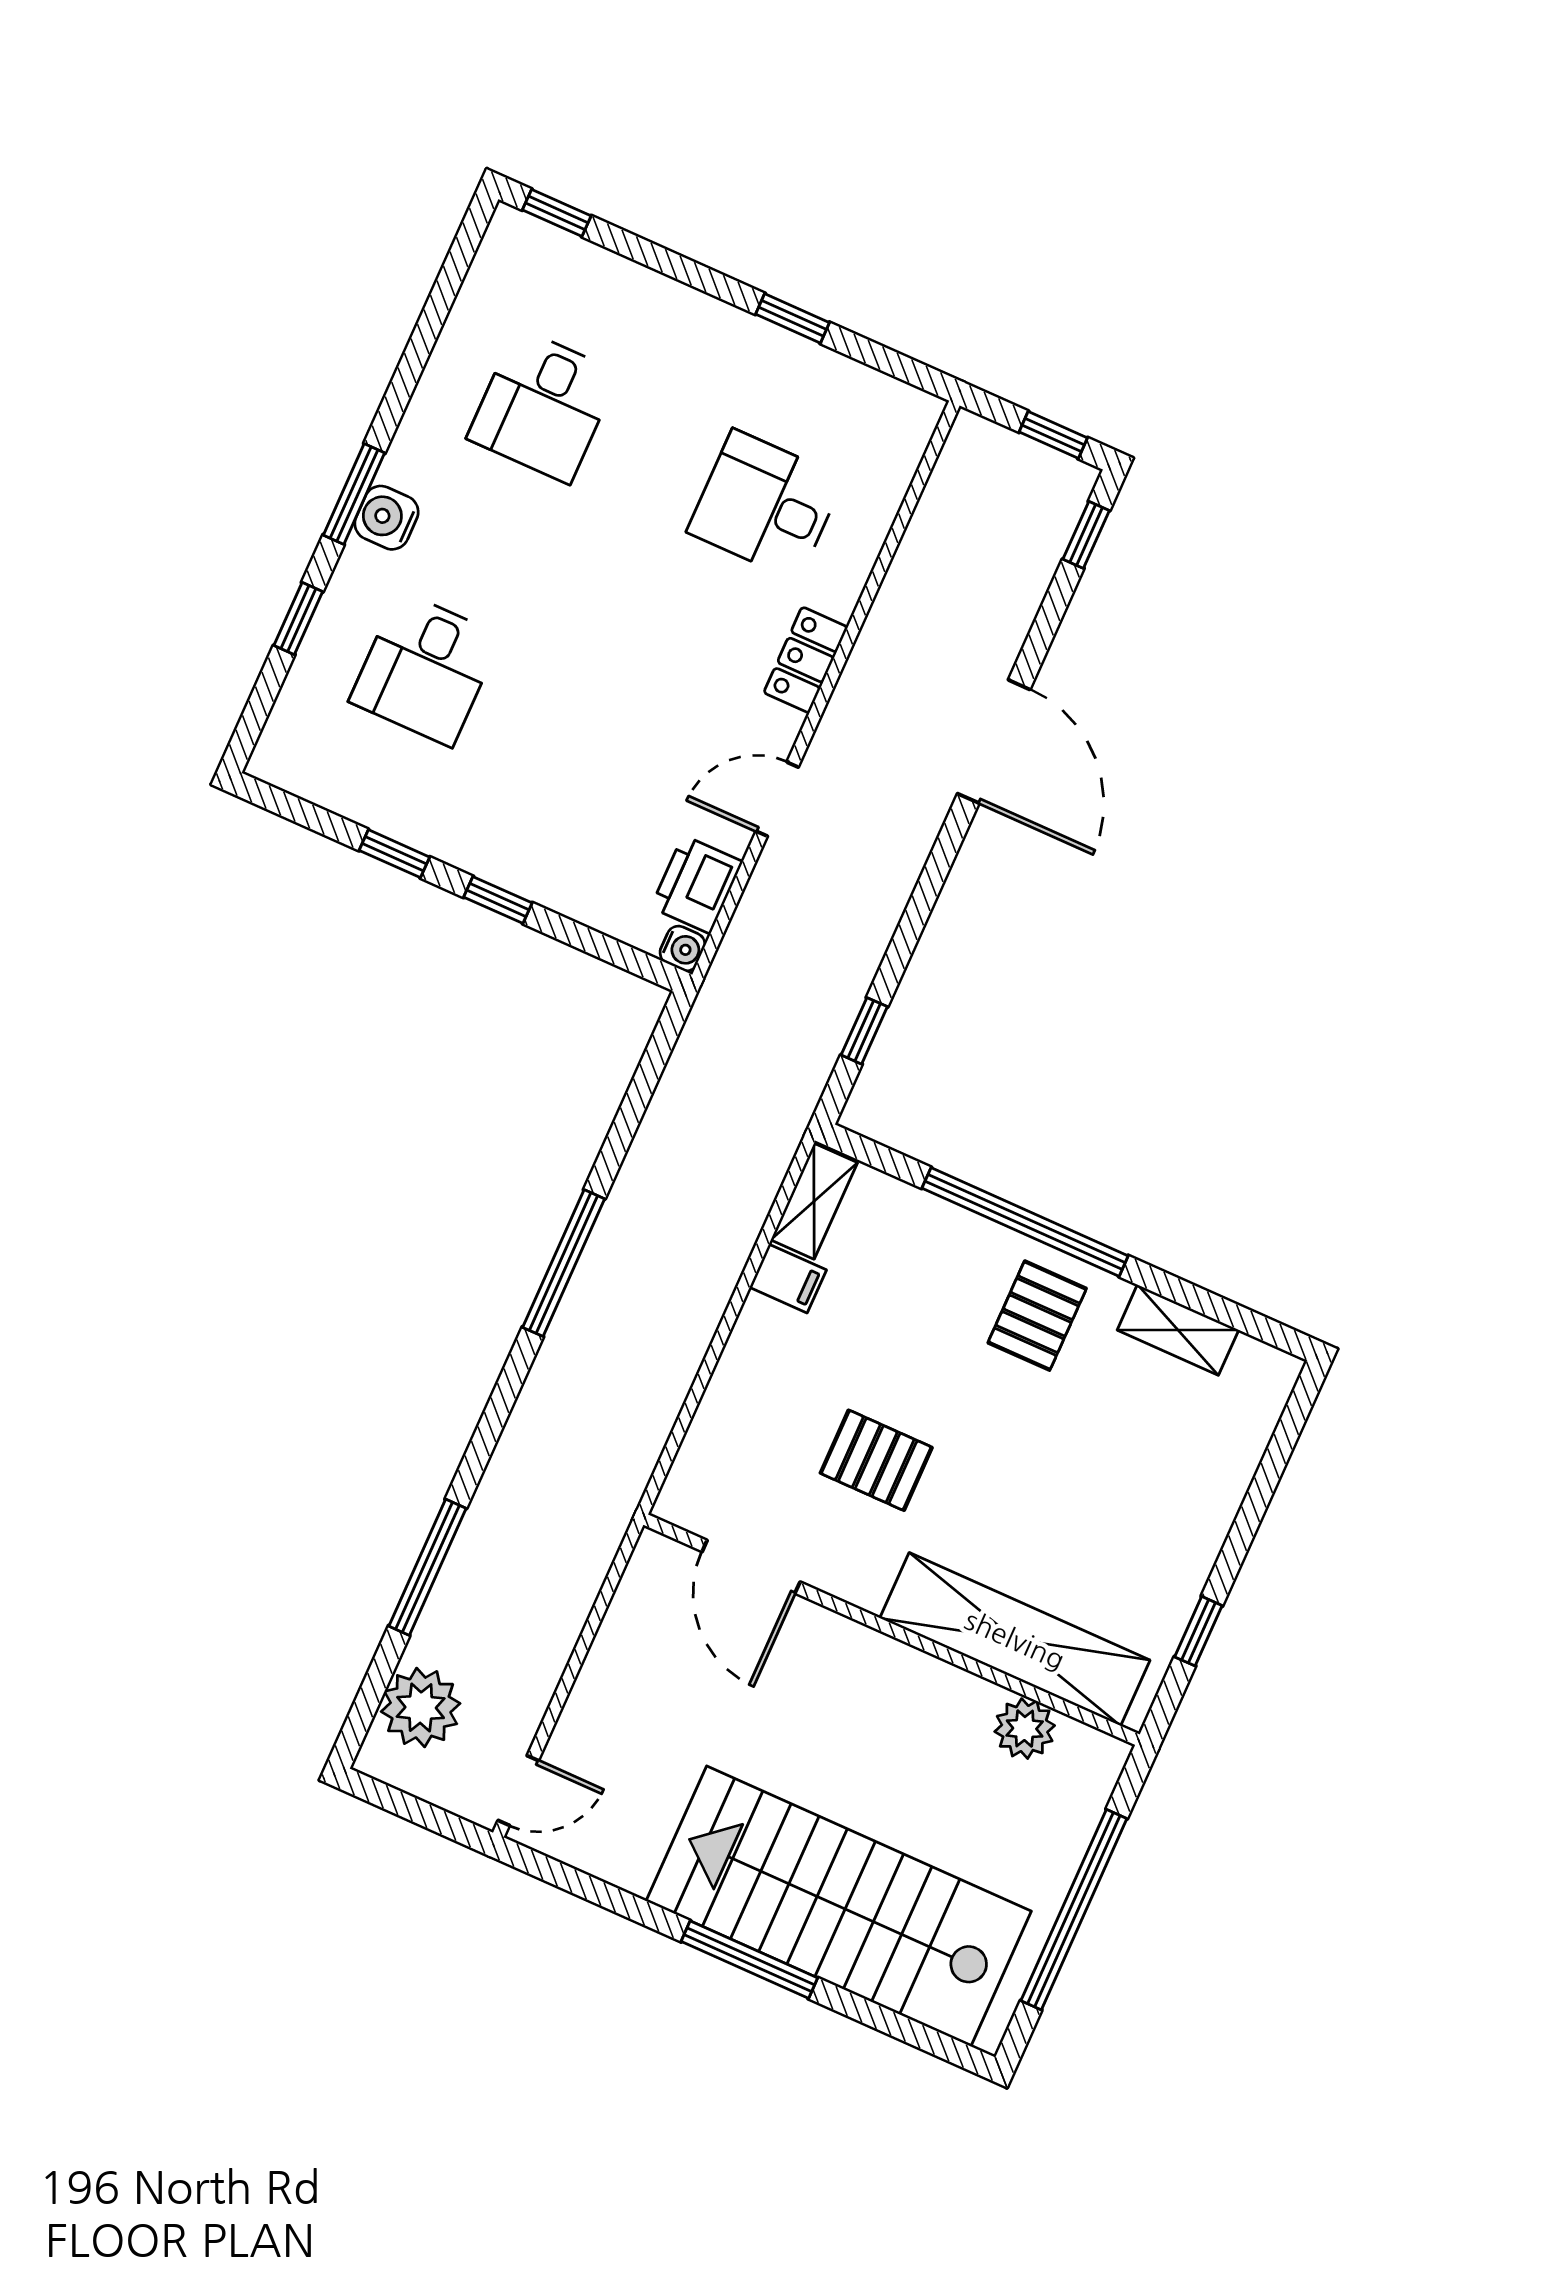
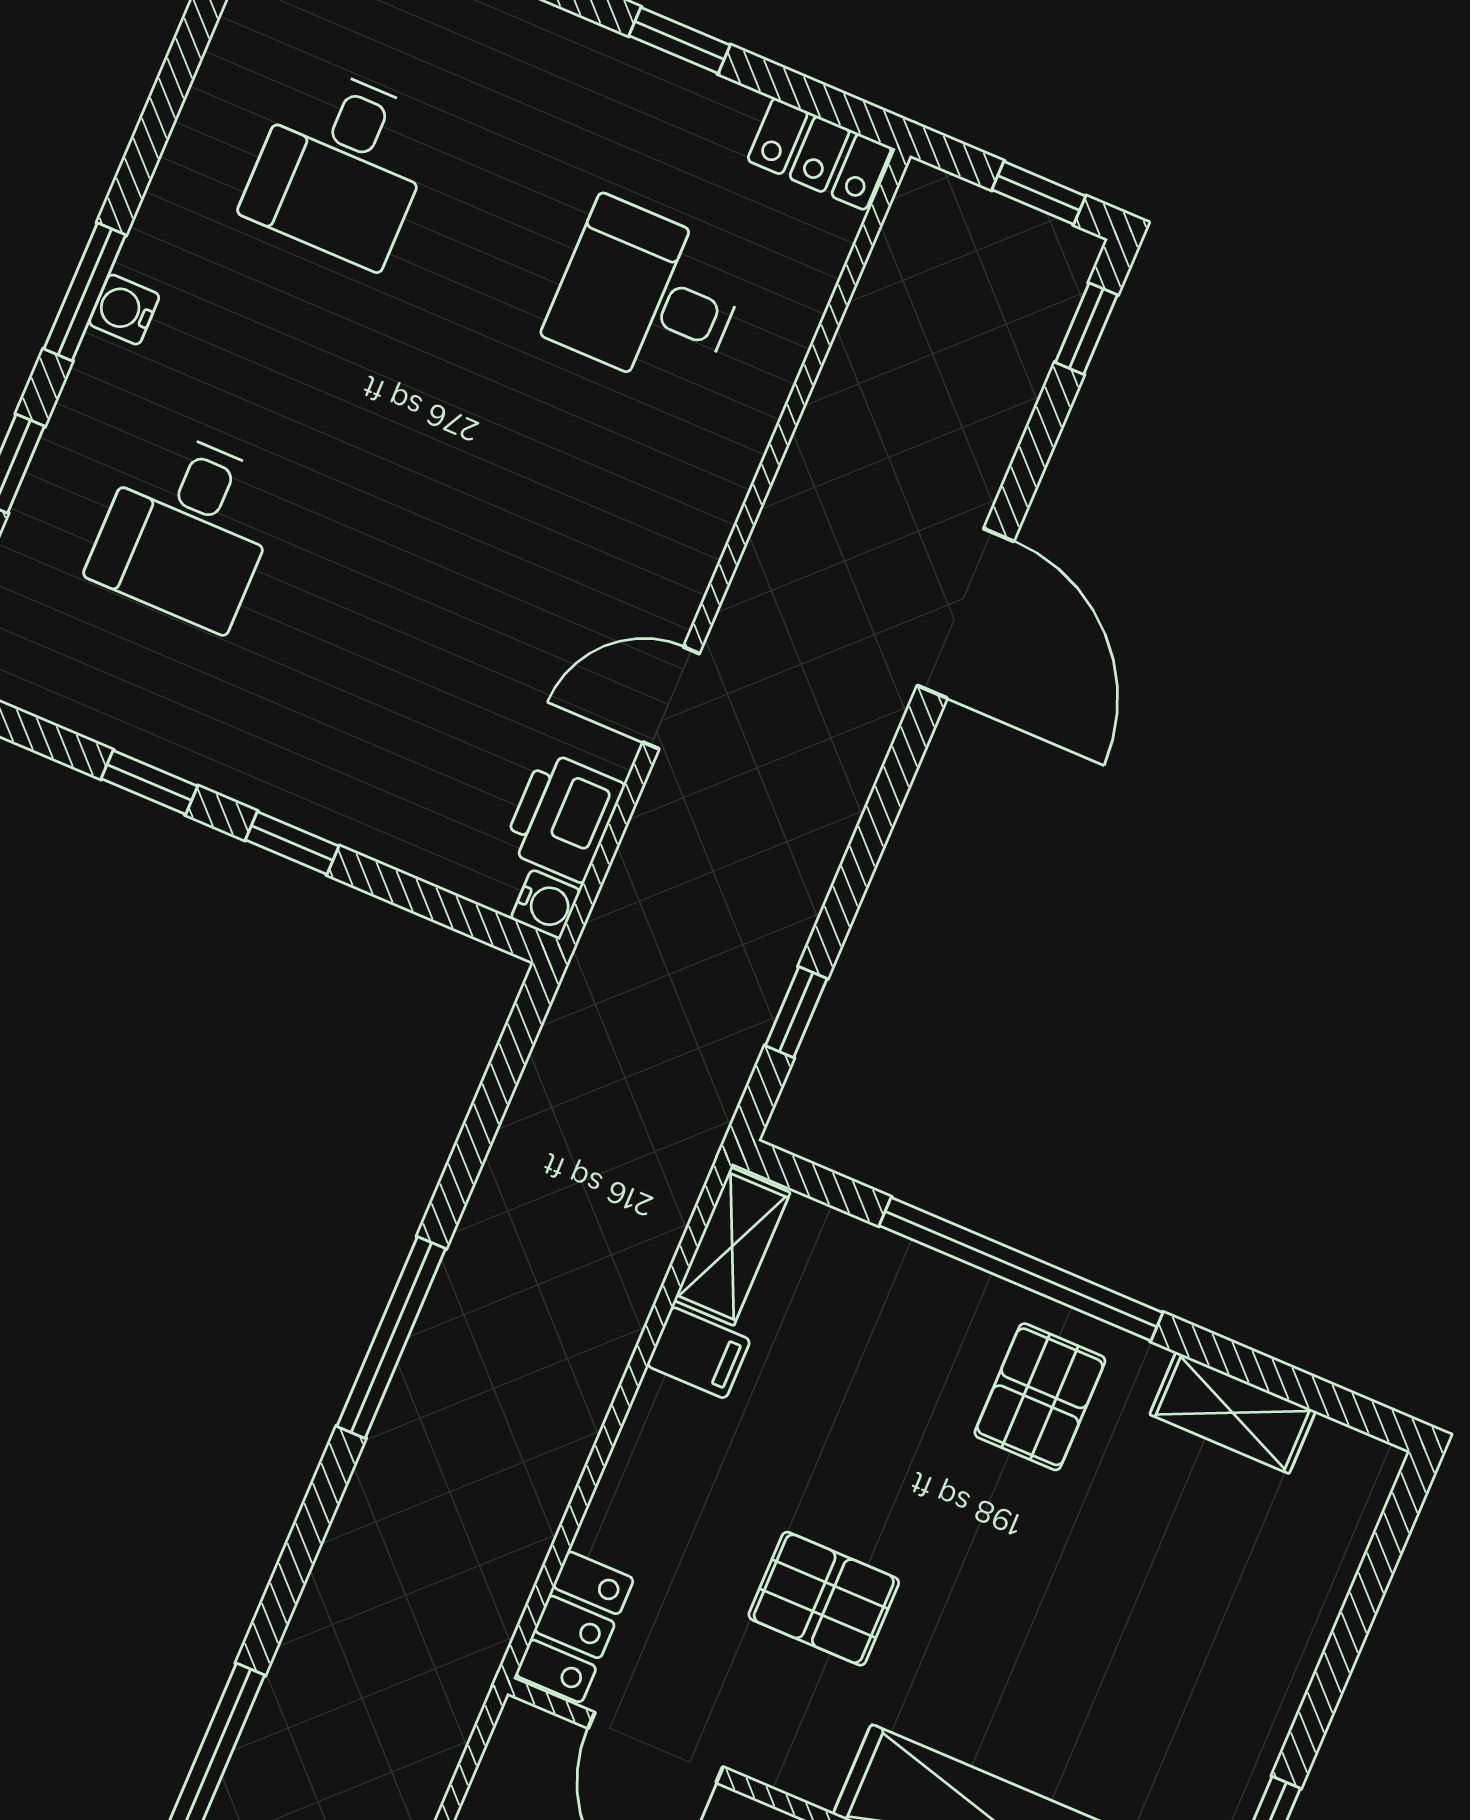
water cooler: (386, 518) -> (124, 310), width x0.72, depth x0.72
locker: (806, 660) -> (820, 154), moved, turned -90
locker: (694, 1477) -> (575, 1627), added

